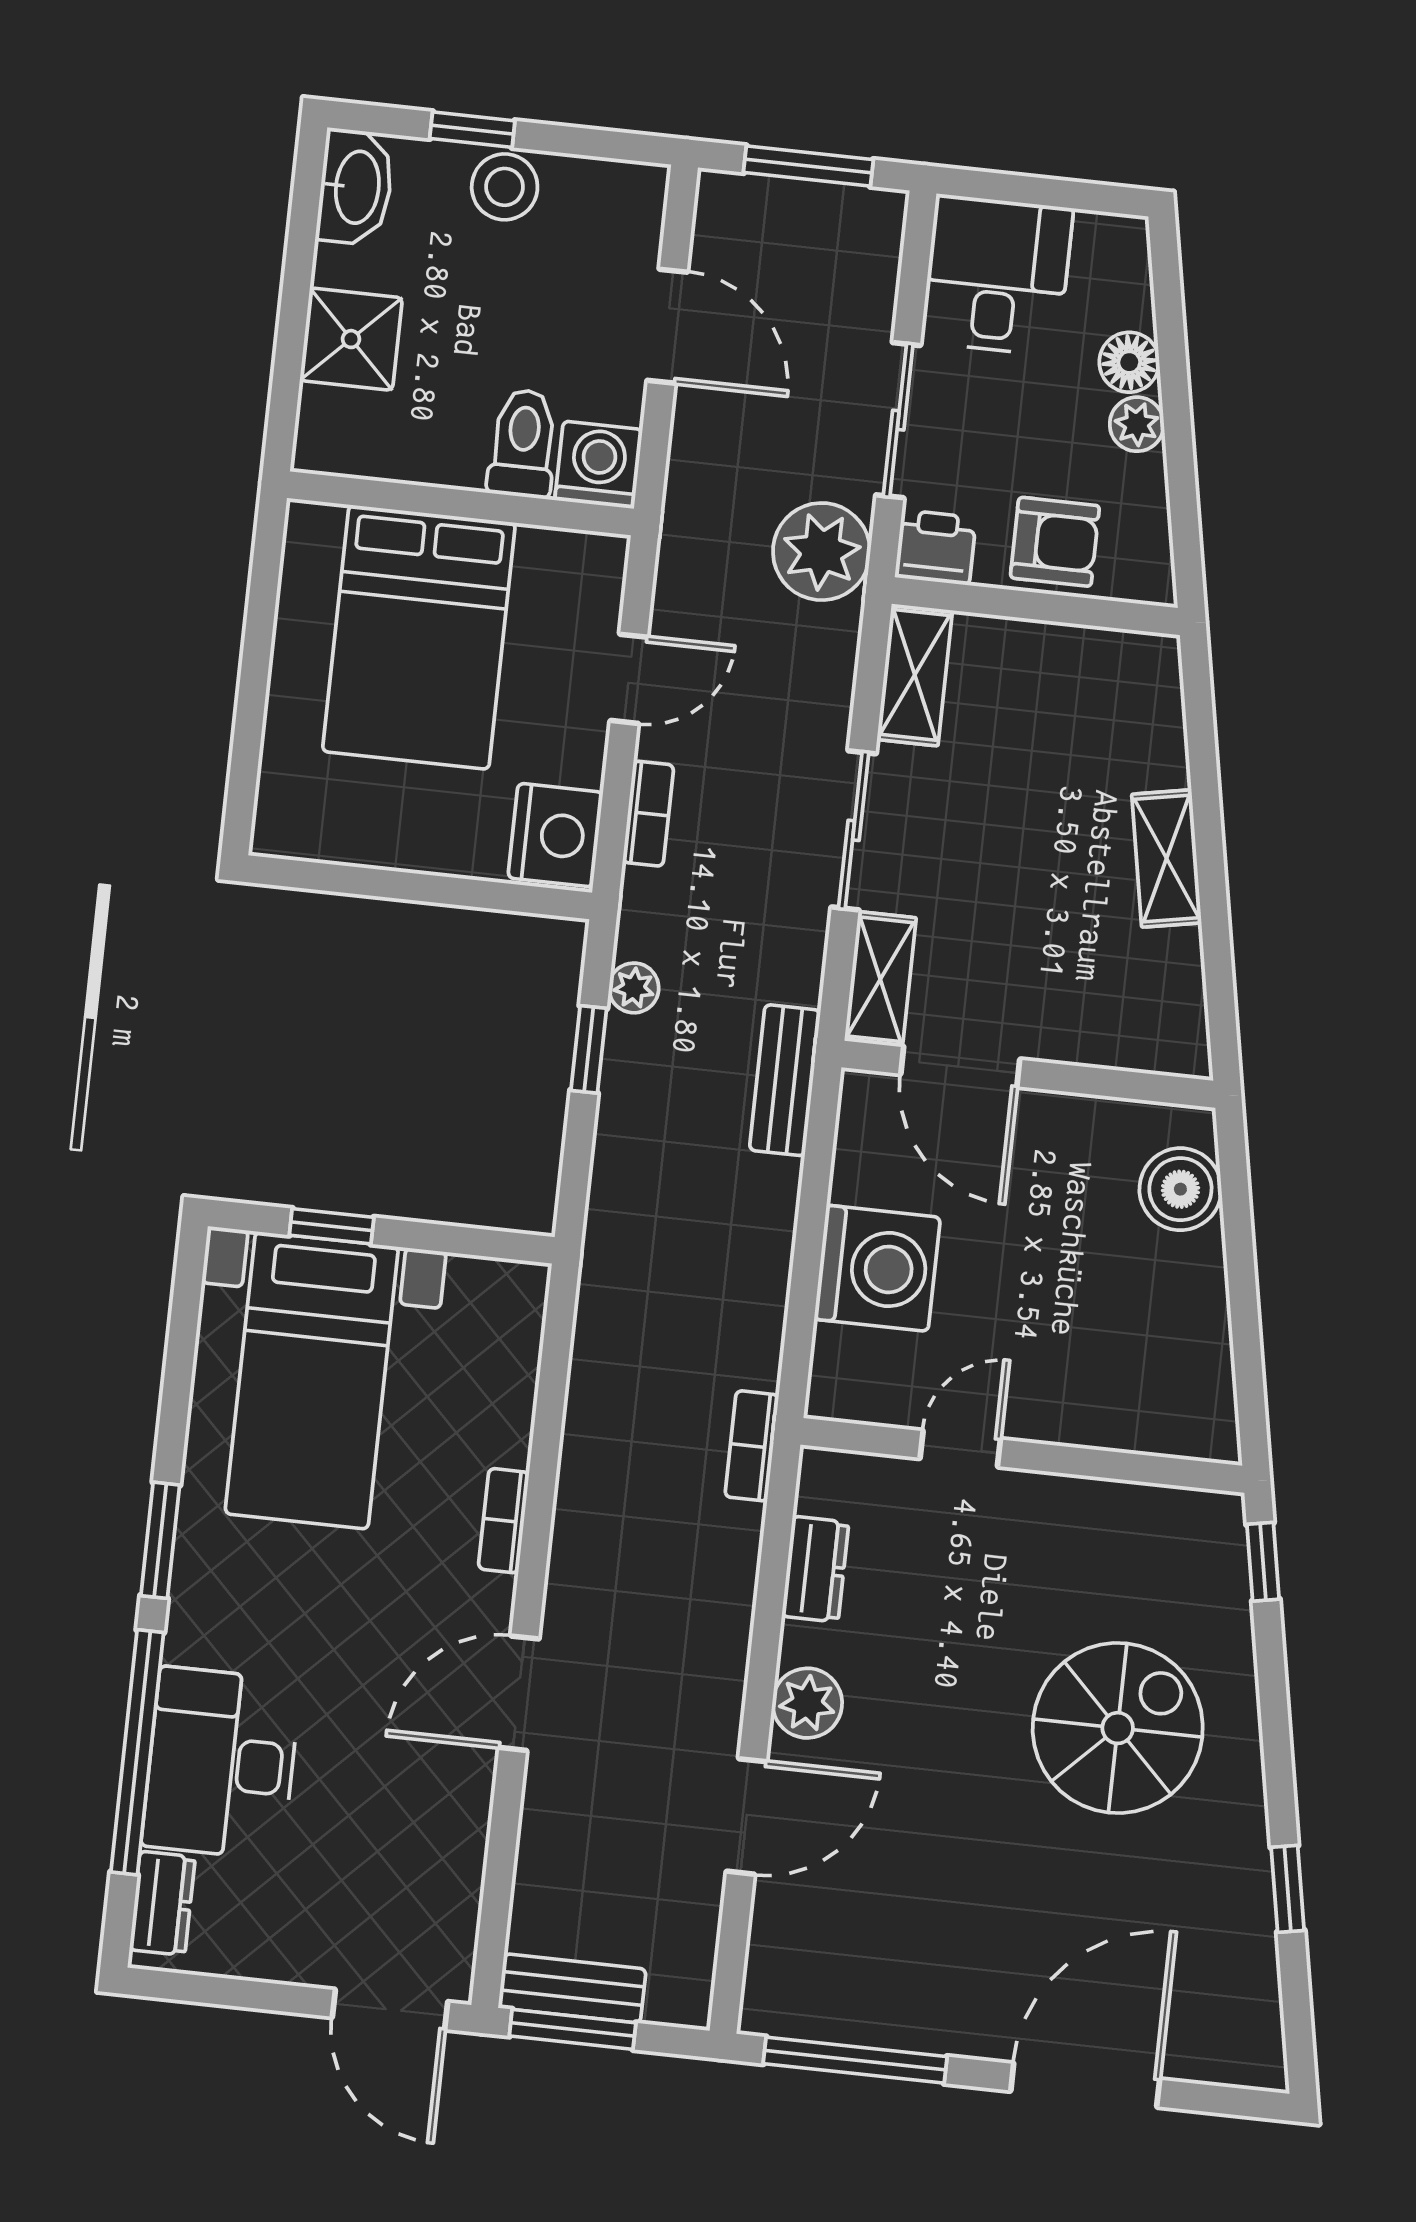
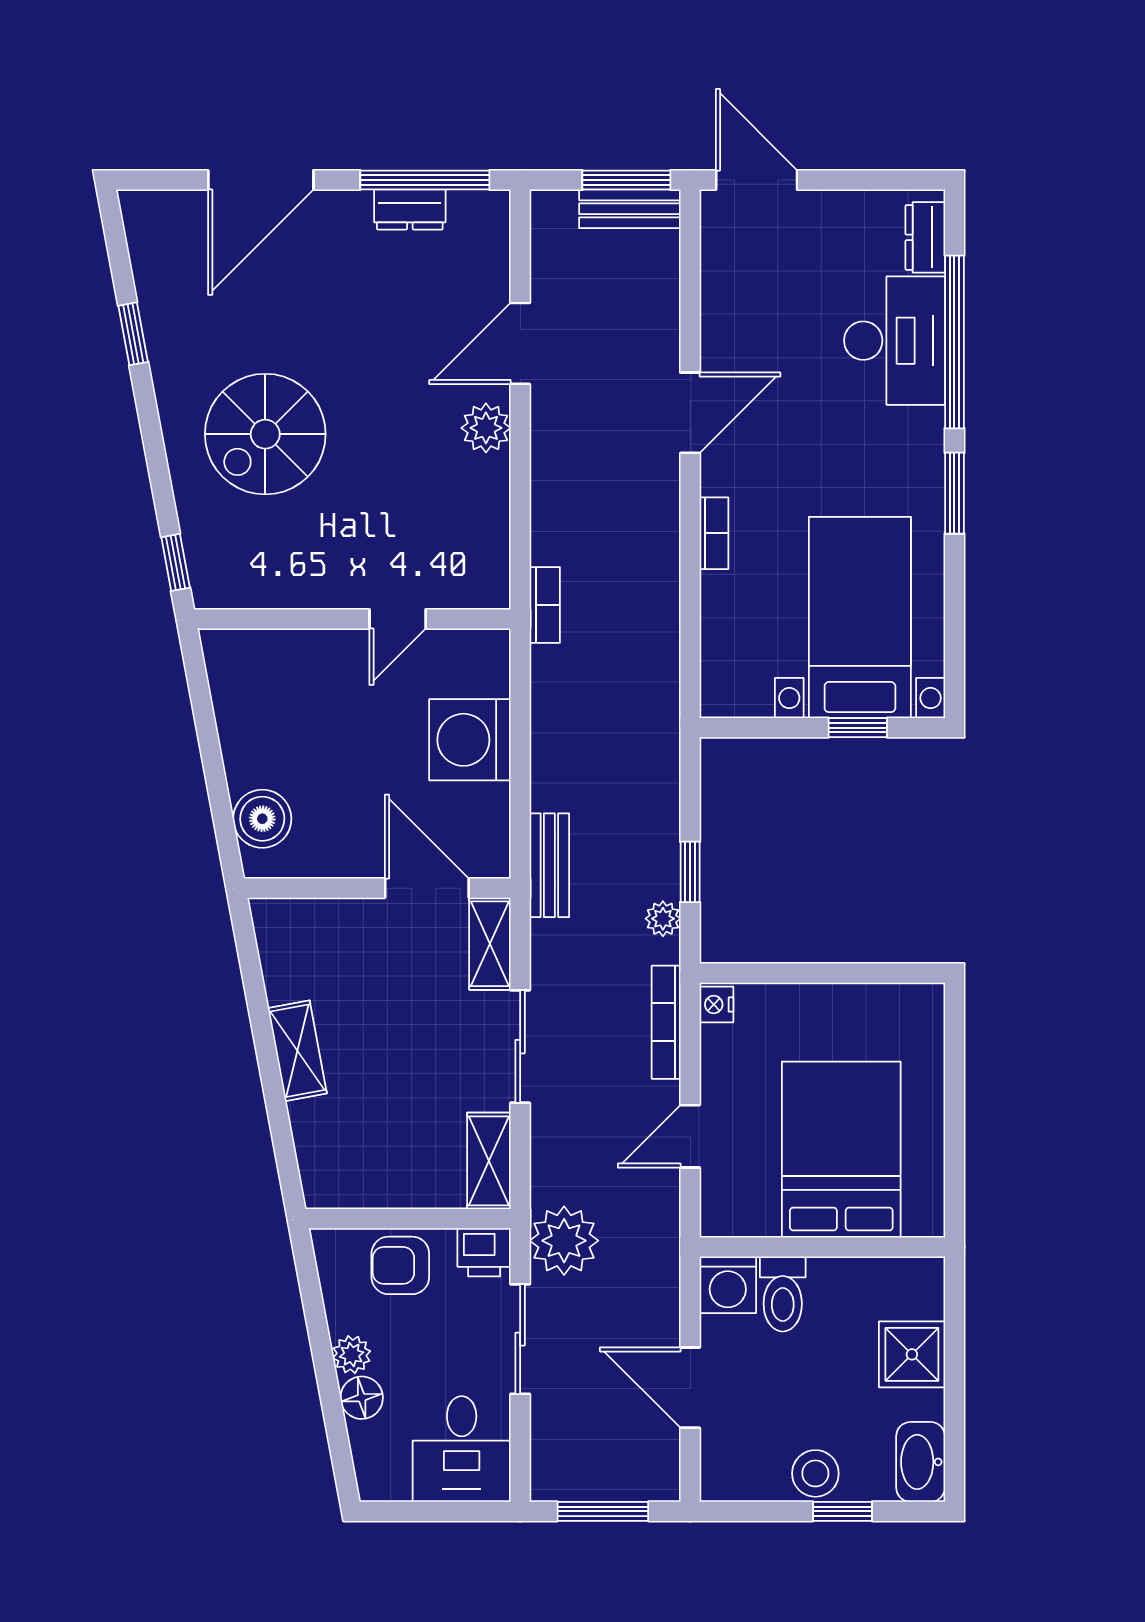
bookcase: (648, 814) -> (666, 1022), width x1.56
nightstand: (555, 835) -> (716, 1005), width x0.53, depth x0.56
dresser: (815, 1569) -> (410, 209), moved, turned -90

